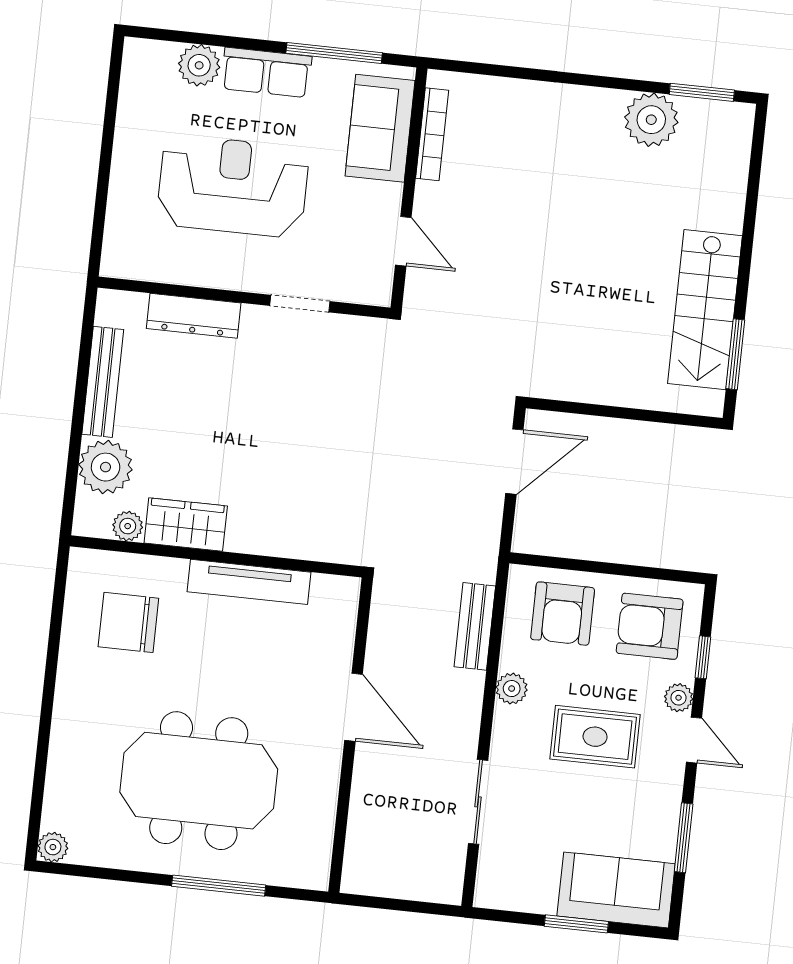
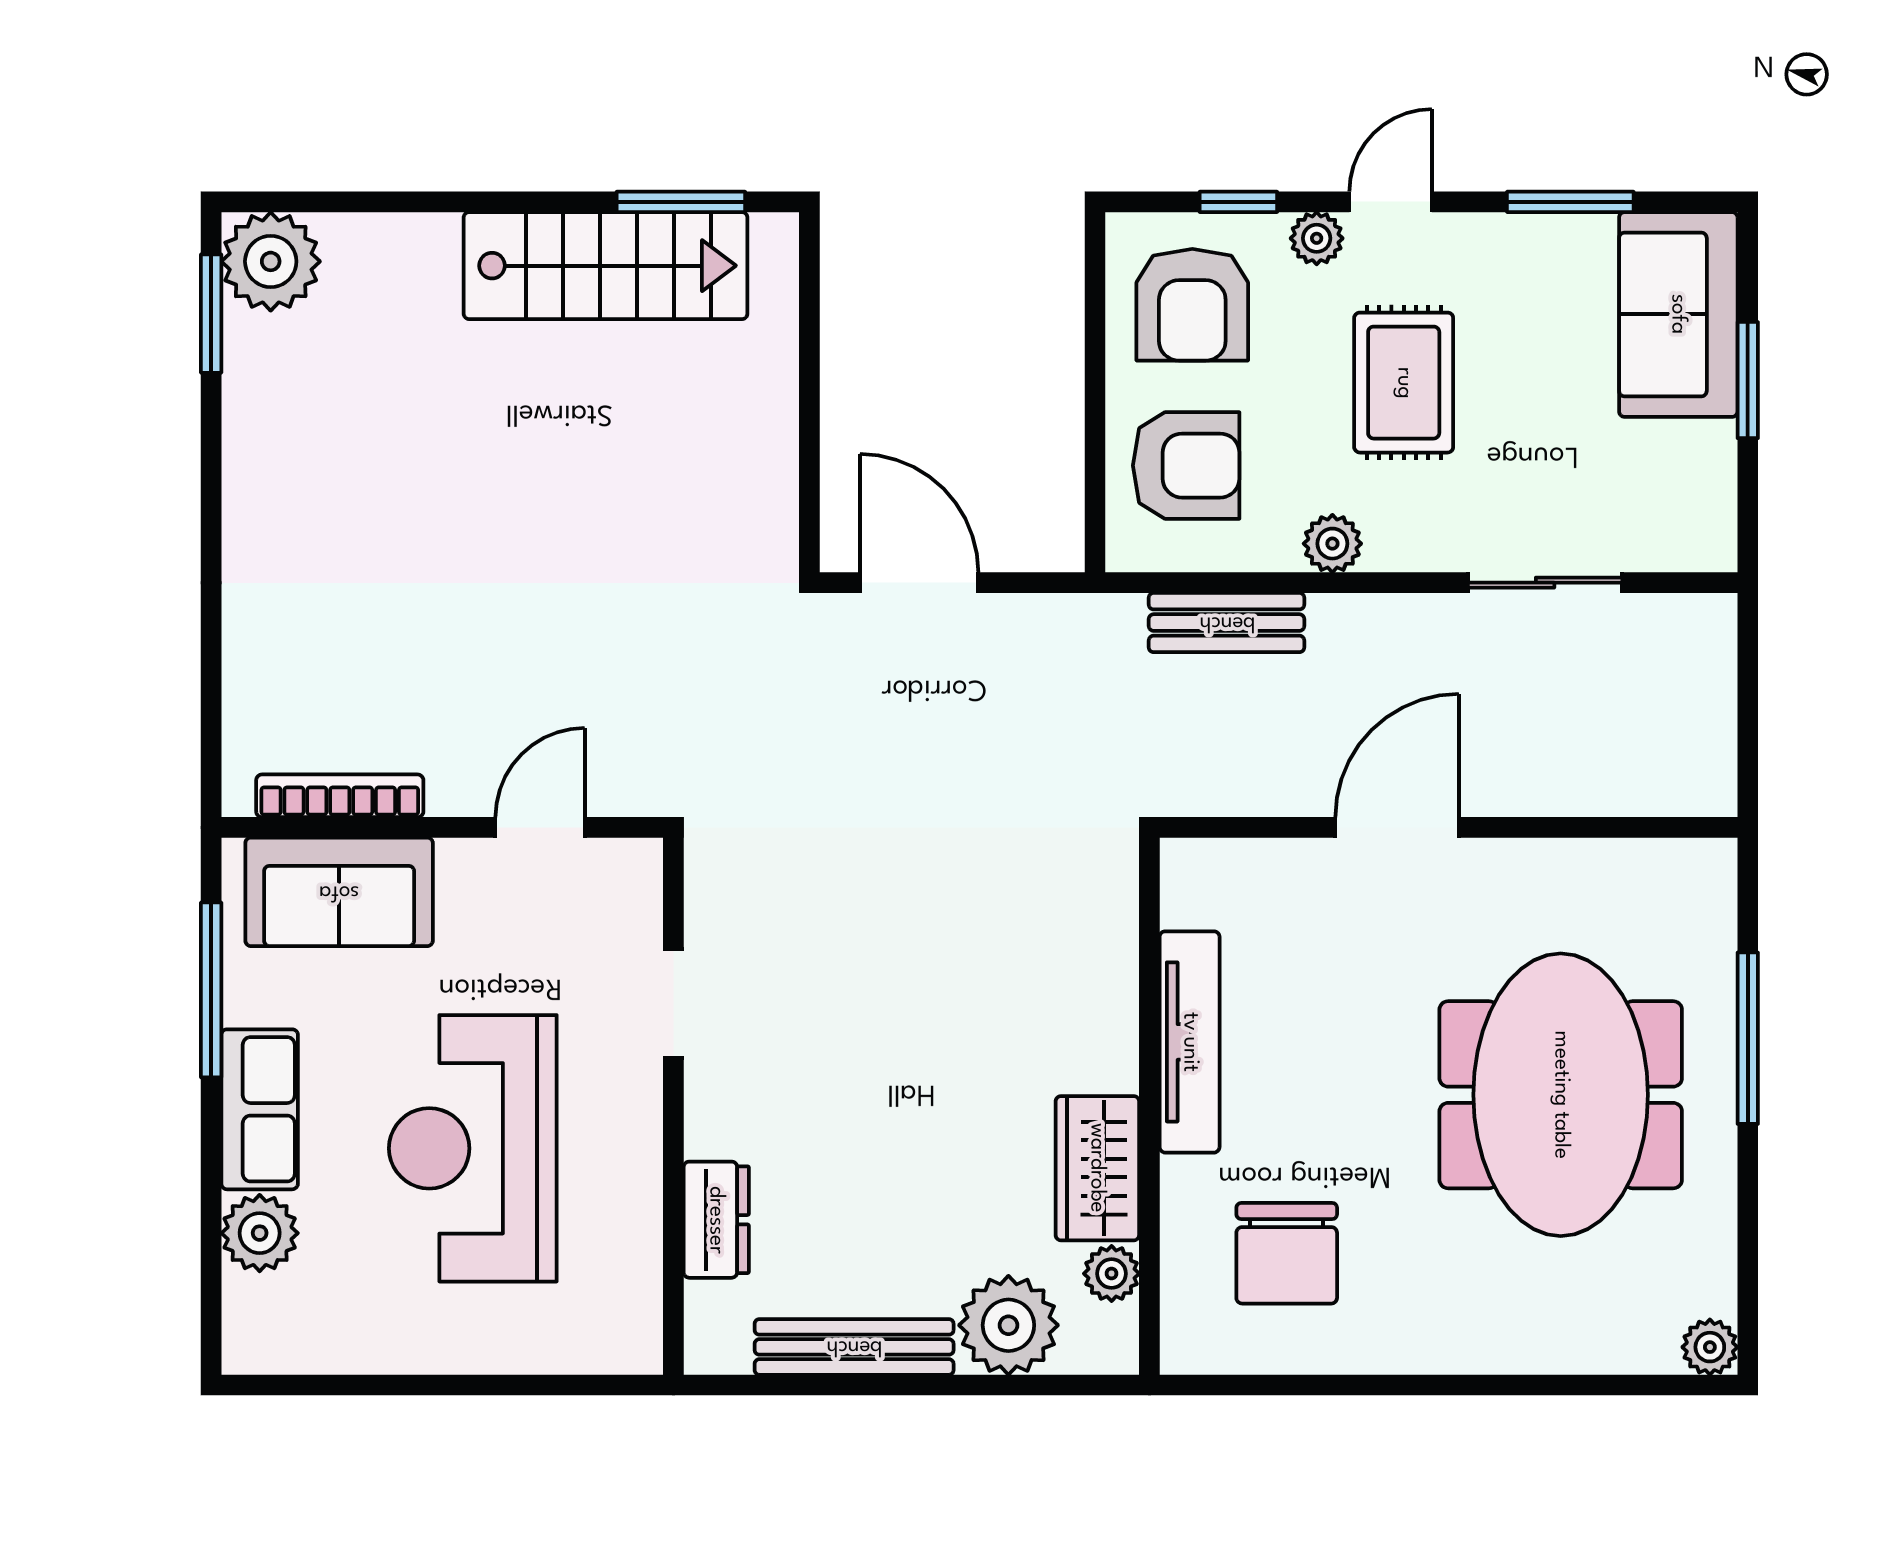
plant: (651, 120) -> (271, 261), moved
dresser: (194, 316) -> (716, 1220), width x0.70

